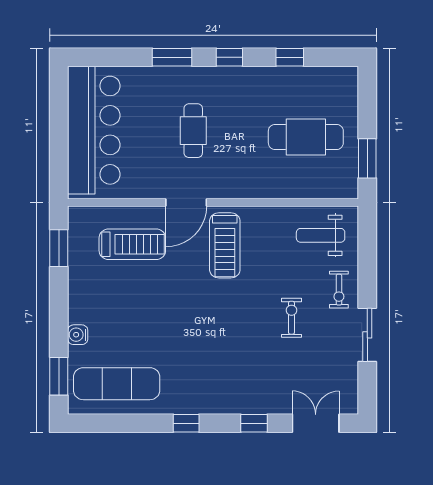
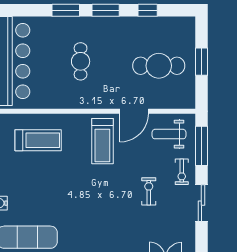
window: (229, 57) -> (106, 10), width x1.50
window: (367, 158) -> (201, 62), moved
door: (186, 203) -> (134, 111), moved
window: (367, 252) -> (201, 146), added

